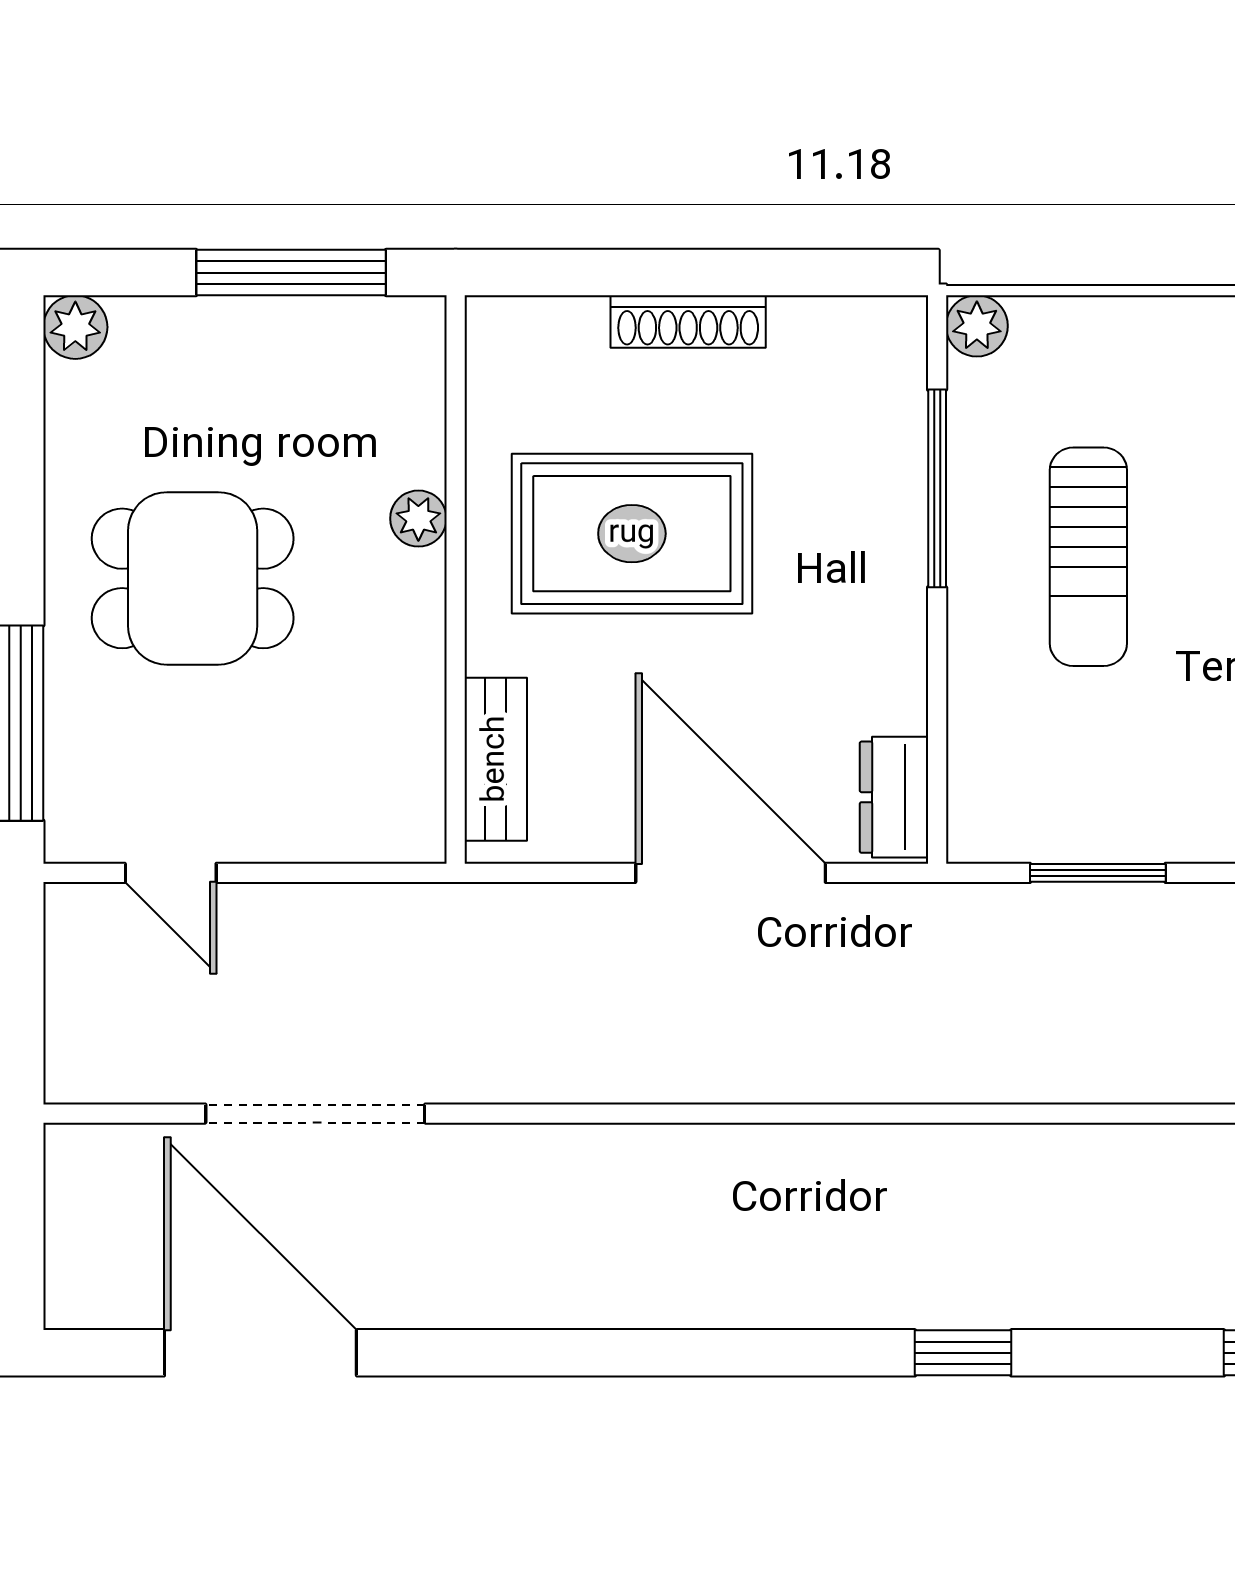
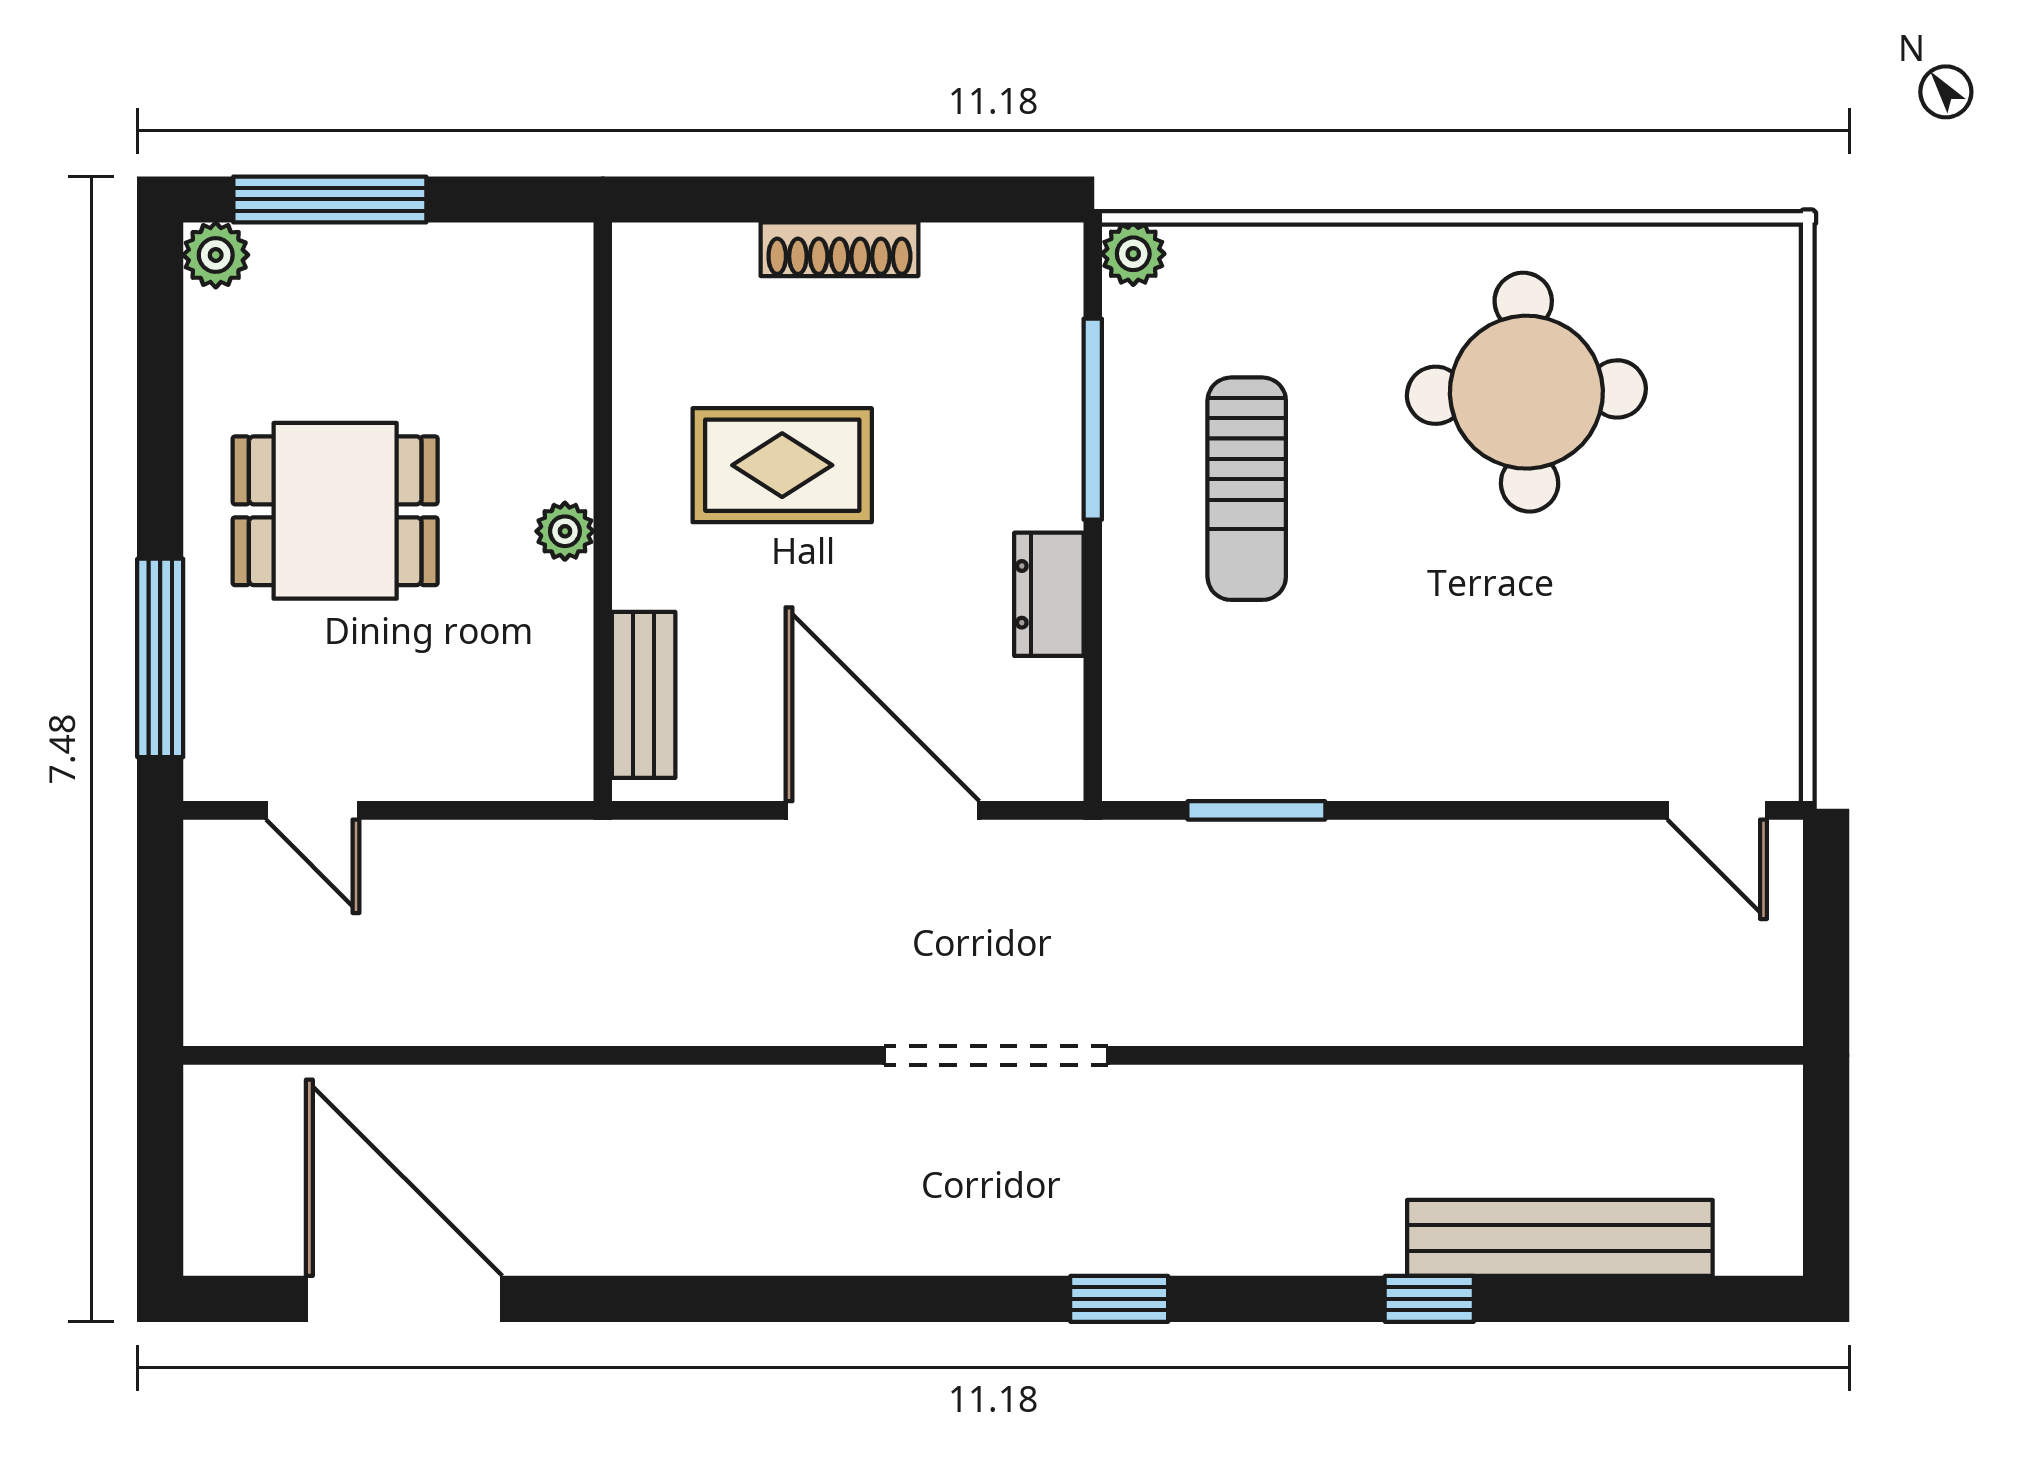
window: (291, 273) -> (330, 199), moved
plant: (418, 519) -> (565, 531), moved
rug: (632, 534) -> (782, 465), width x0.73, depth x0.70
dresser: (894, 797) -> (1049, 594), moved
doorway: (315, 1114) -> (996, 1055), moved

